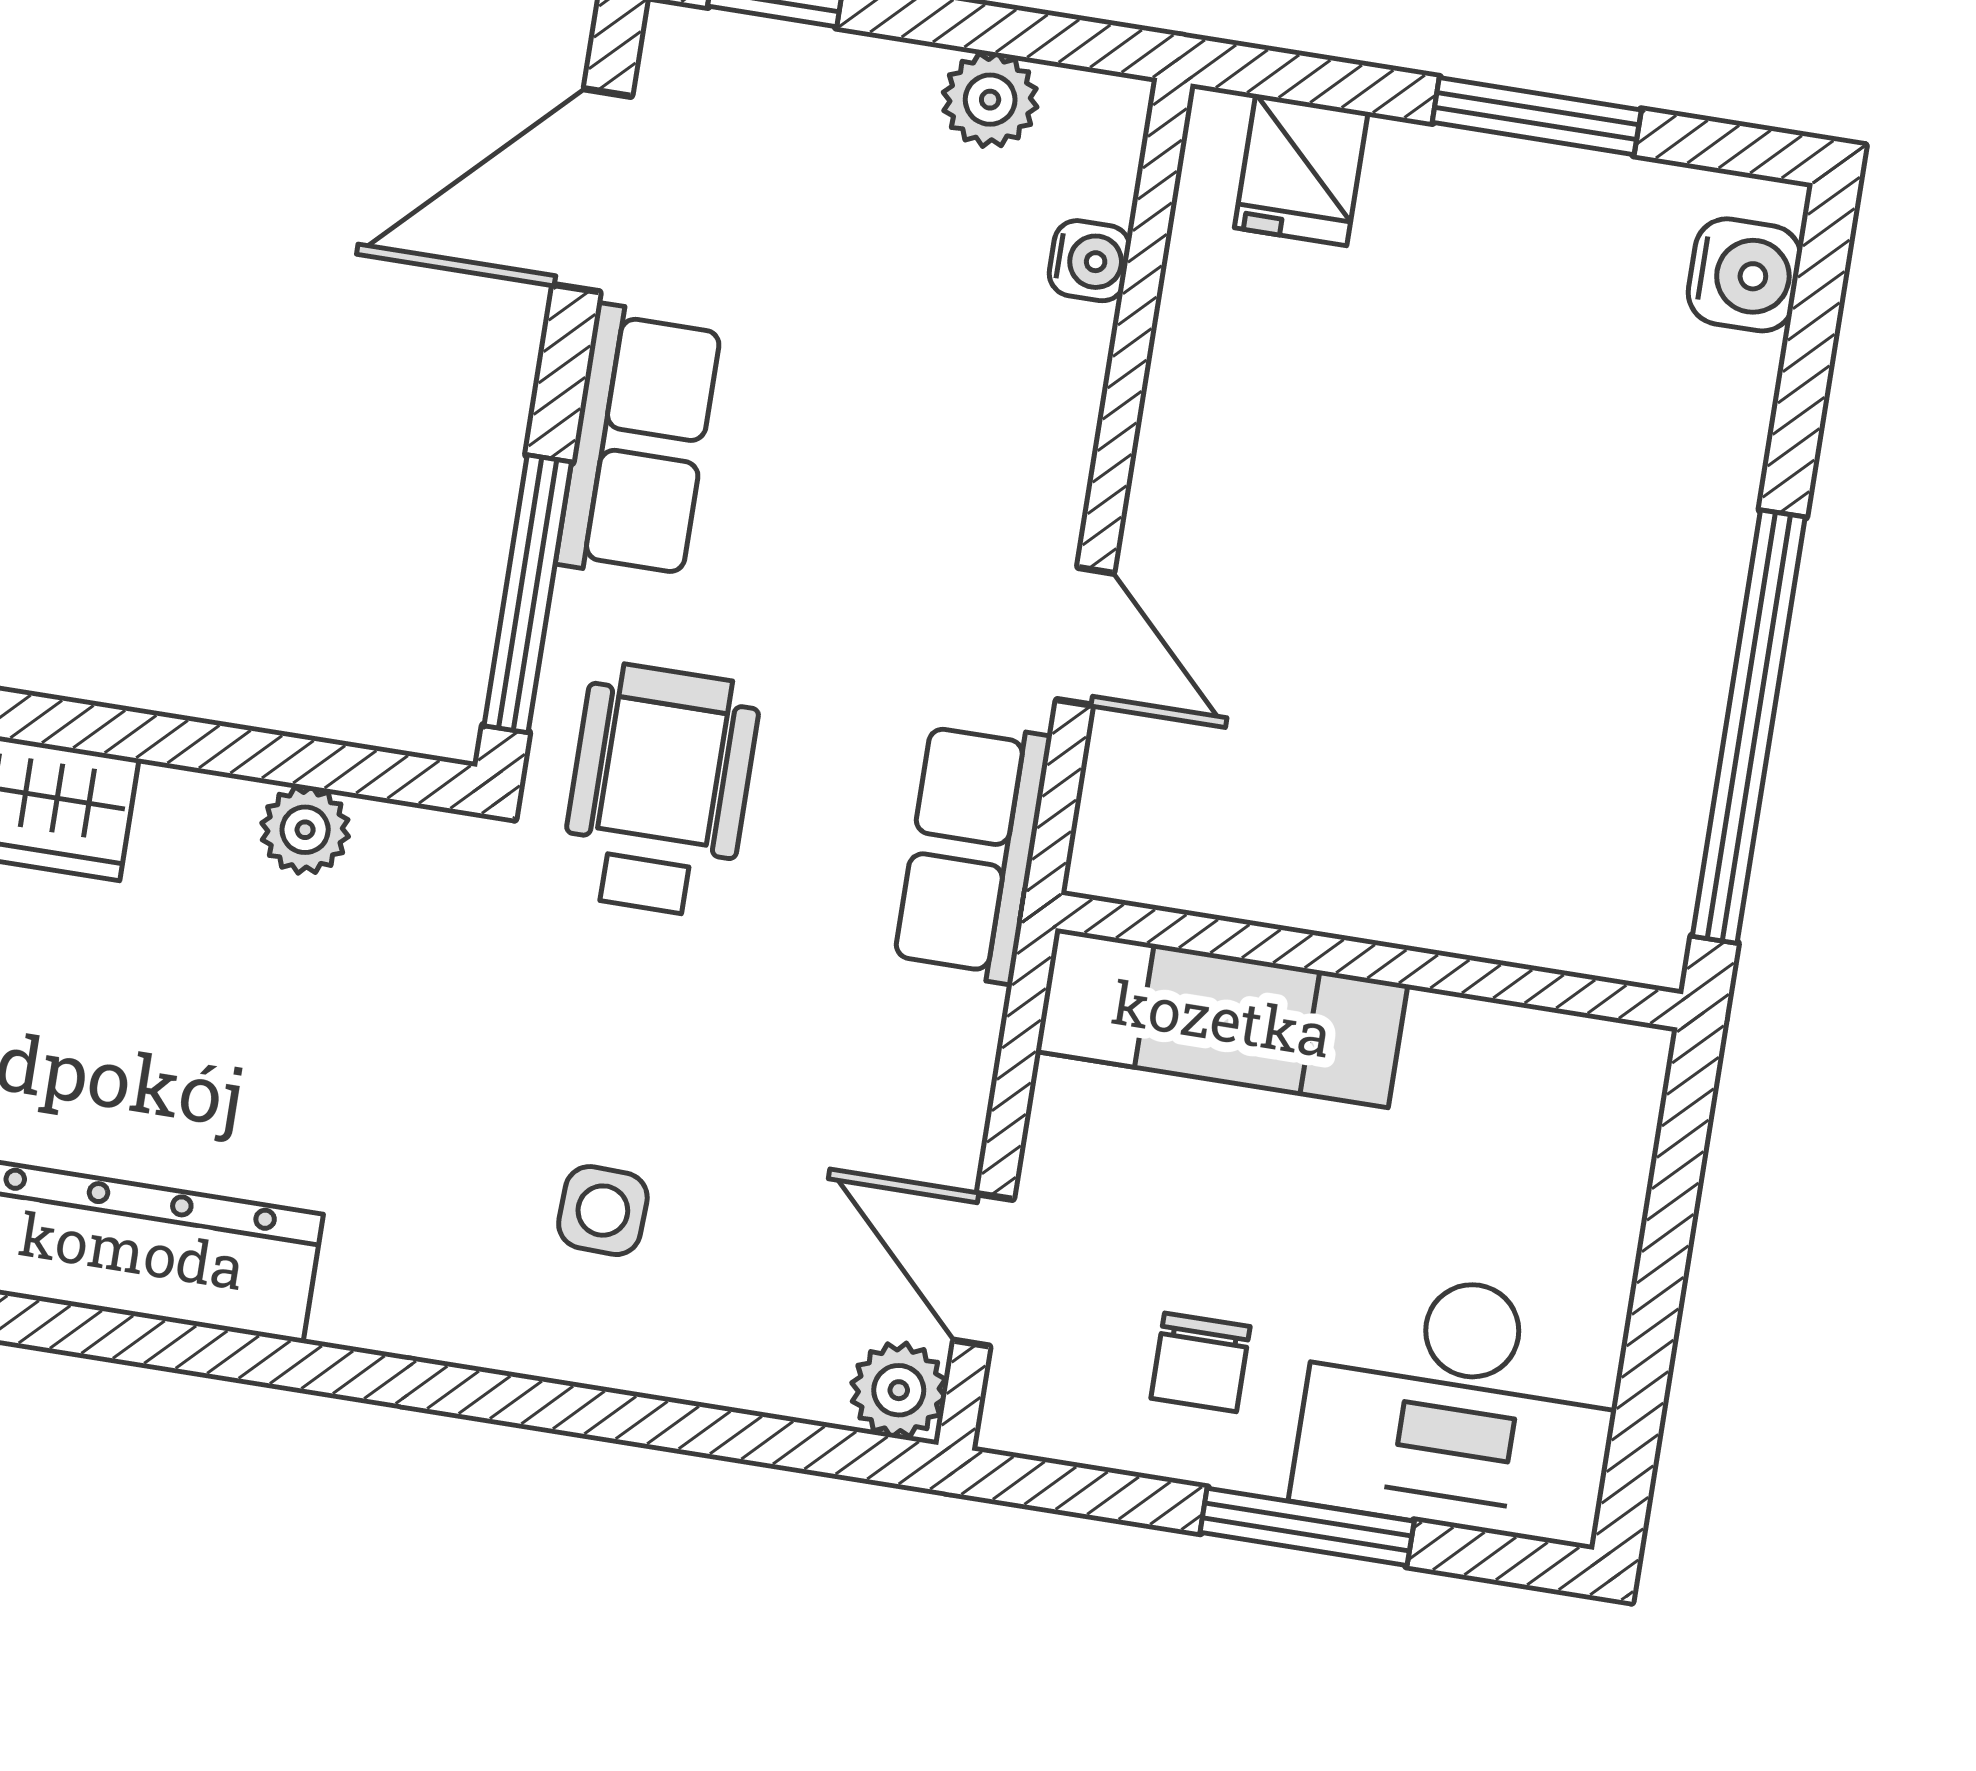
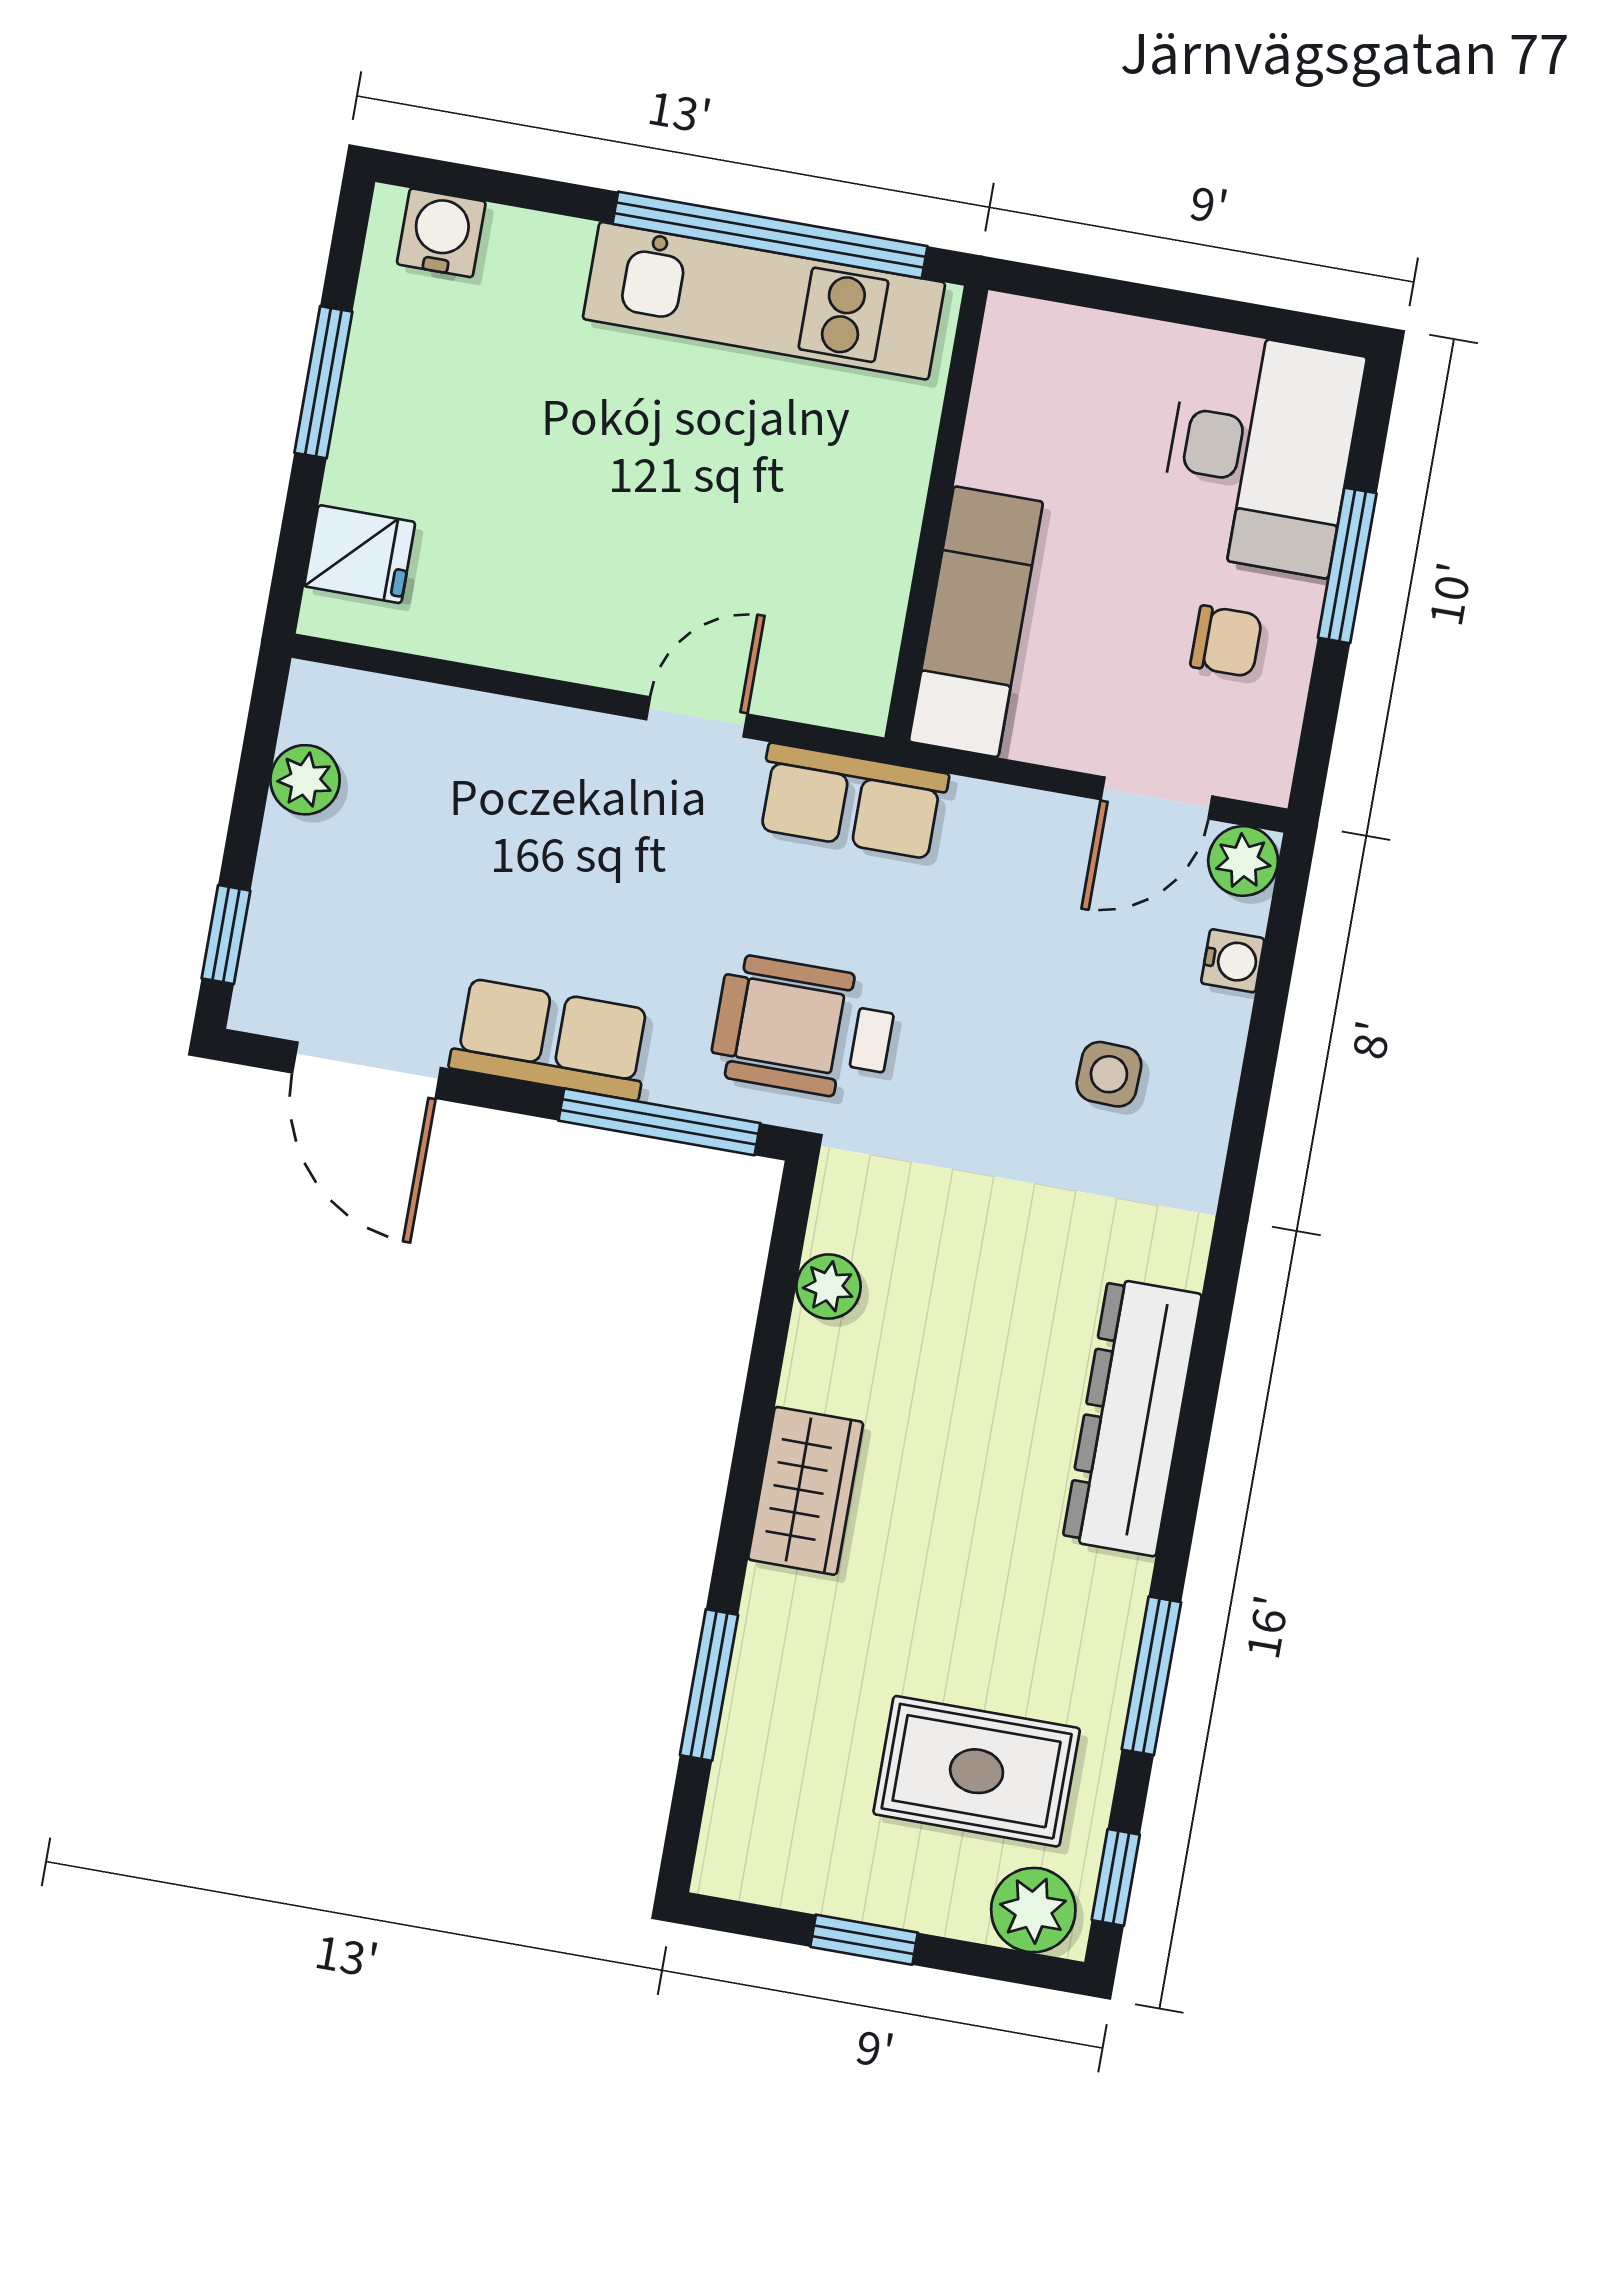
water cooler: (1090, 261) -> (1233, 961), moved, turned 90
kitchen unit: (1658, 720) -> (764, 301), added

